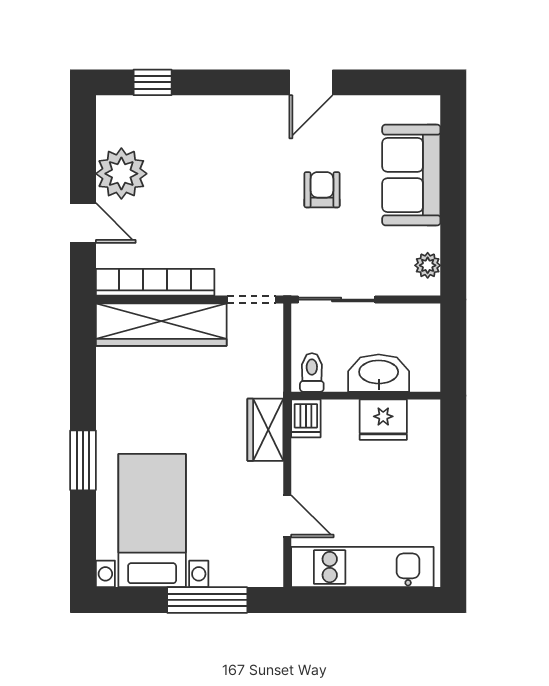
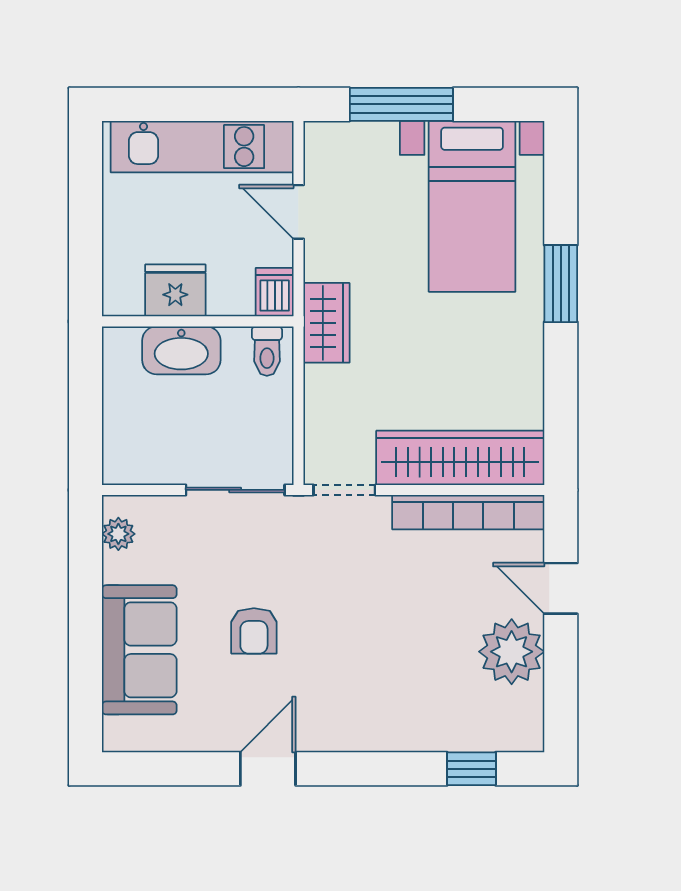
toilet: (312, 372) -> (267, 351), moved
washbasin: (379, 373) -> (181, 350), moved
wall: (366, 396) -> (198, 321), moved
dishwasher: (306, 418) -> (275, 292), moved
fridge: (383, 420) -> (175, 290), moved

